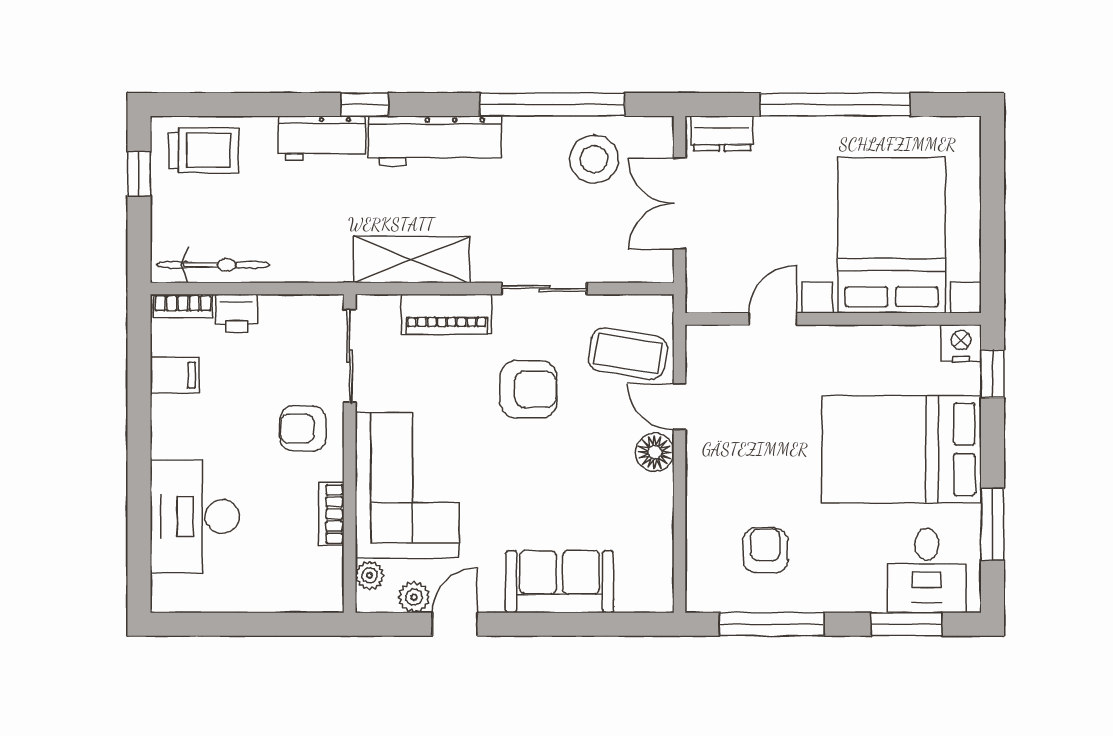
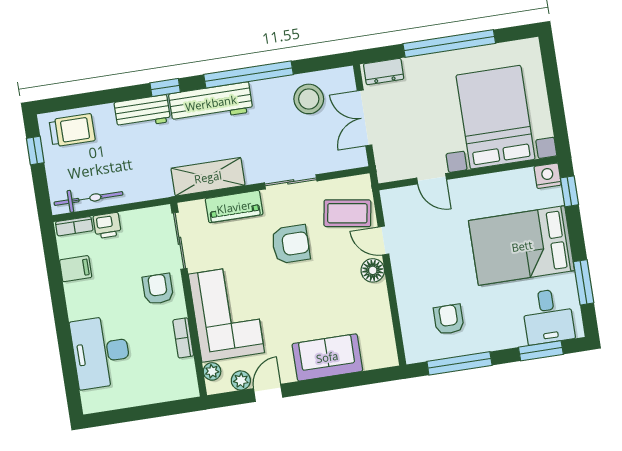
window: (552, 105) -> (249, 75), moved
door: (773, 319) -> (432, 179), swing flipped
armchair: (303, 428) -> (158, 289), turned 90

